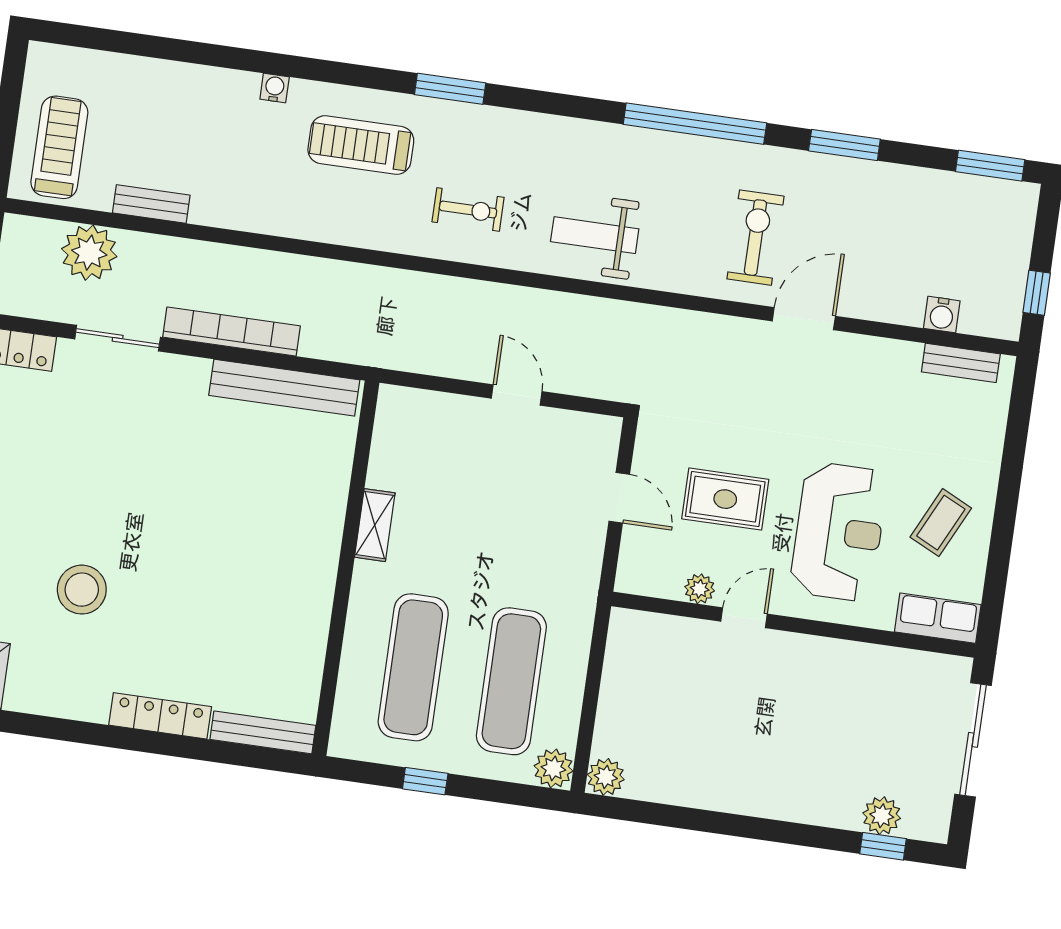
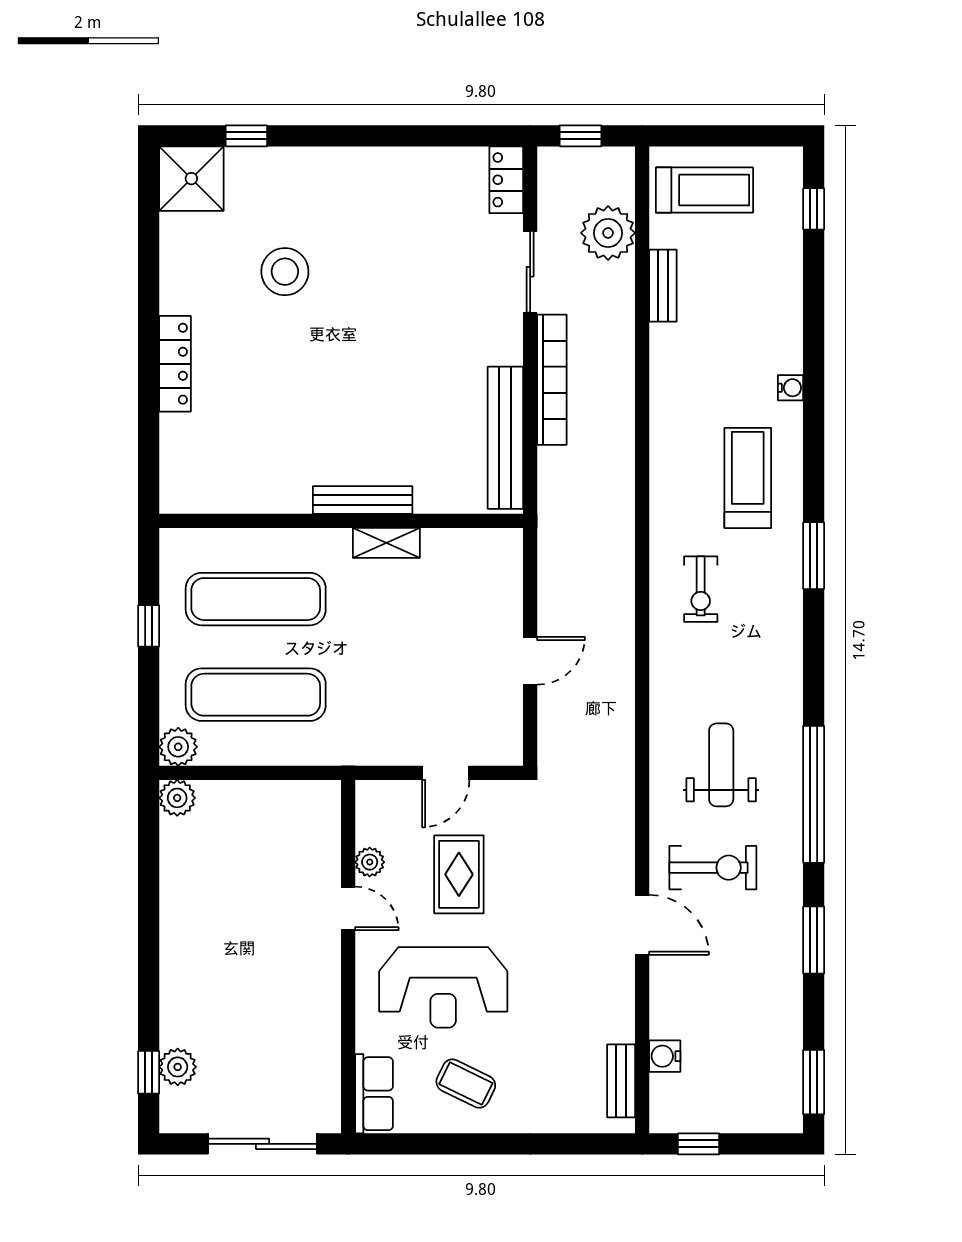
window: (95, 38) -> (814, 209), added
weight bench: (595, 235) -> (721, 765), moved
bench: (263, 732) -> (363, 500), moved, turned 90

